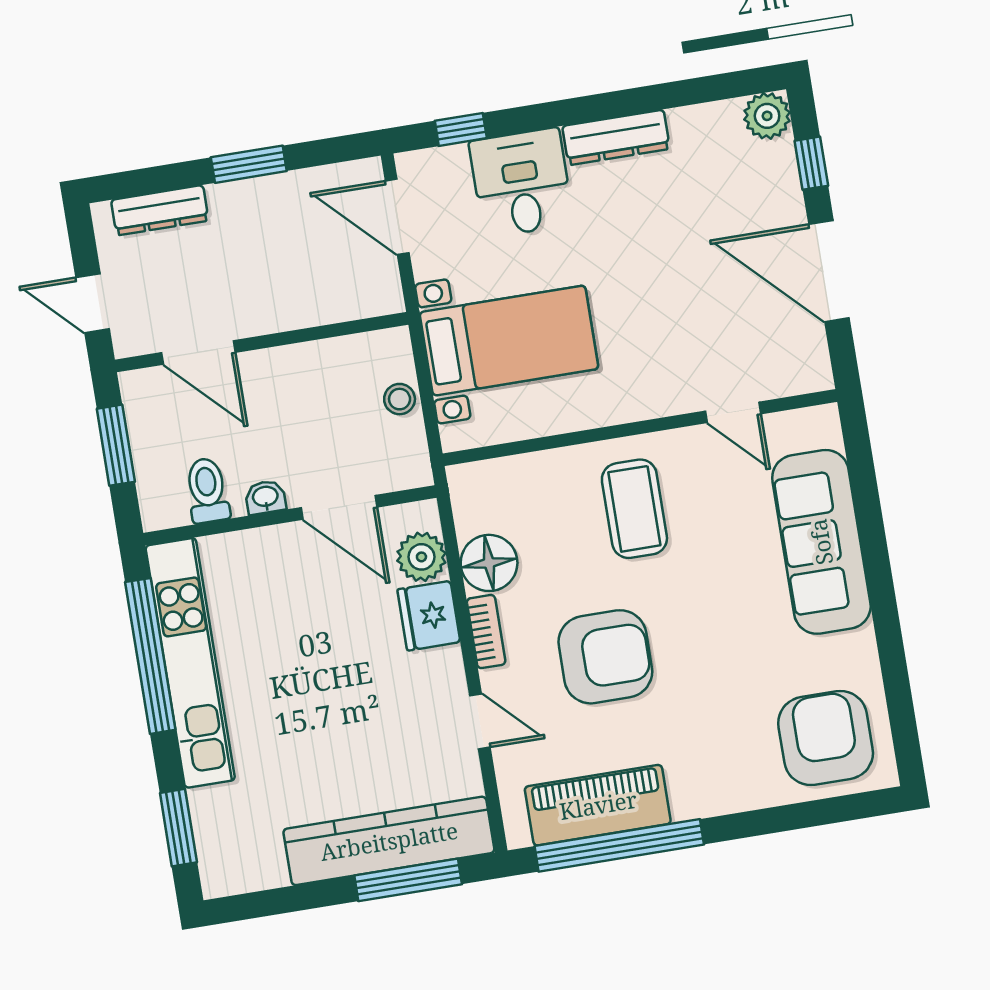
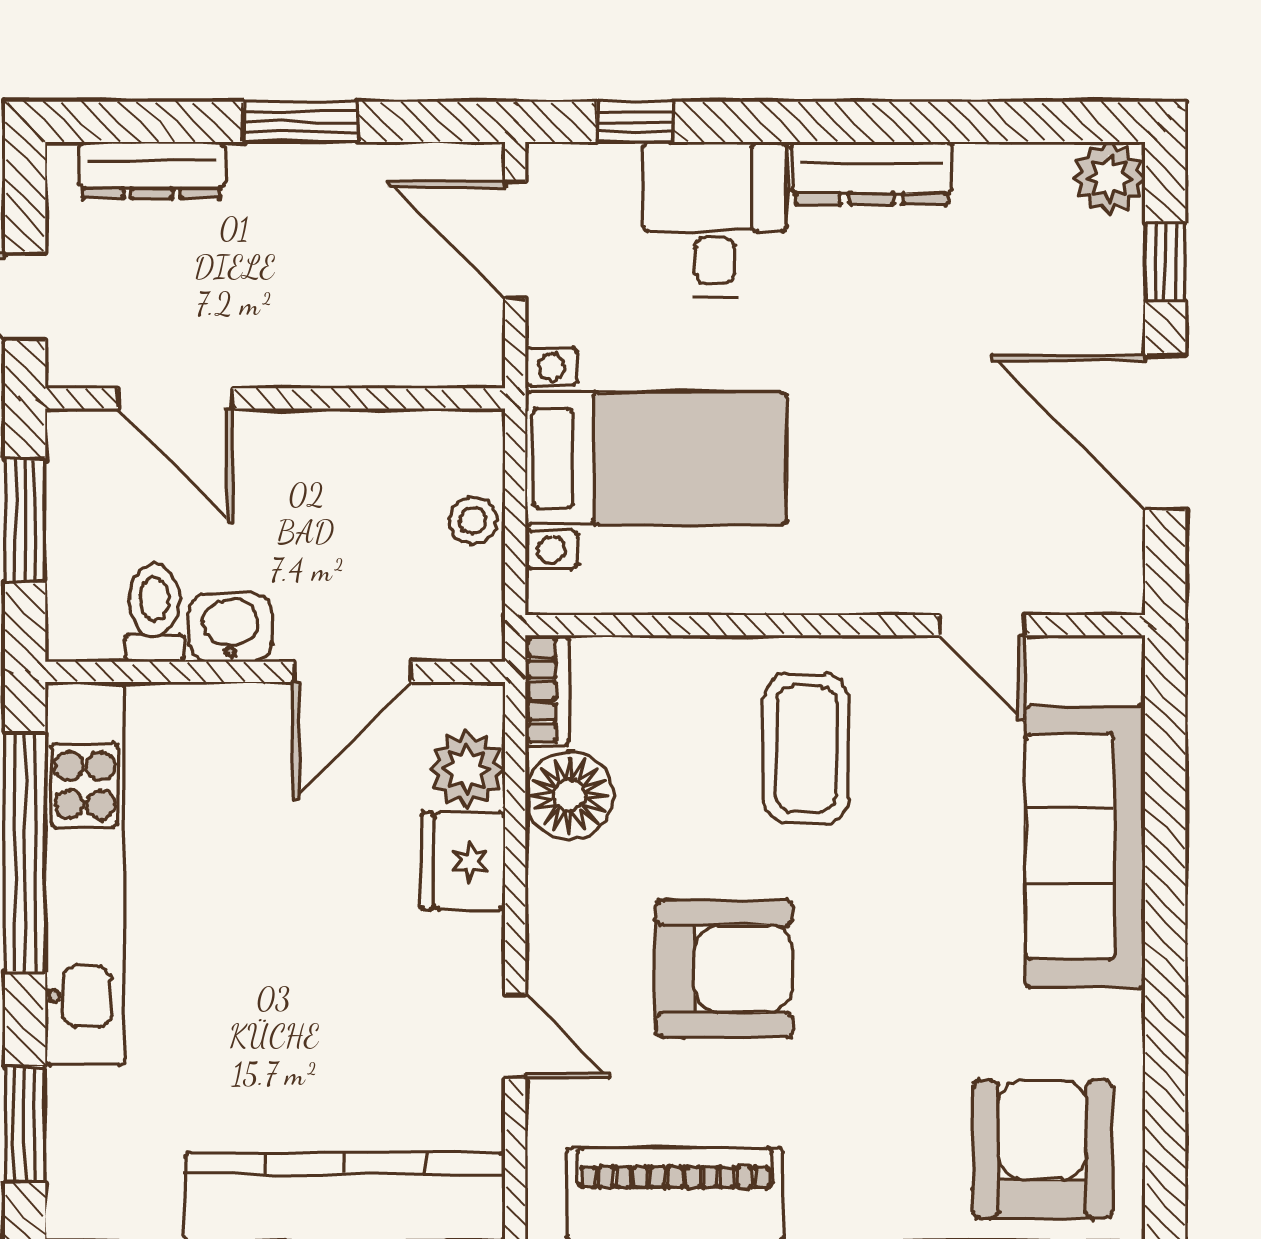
washbasin: (265, 497) -> (231, 627), width x1.38, depth x1.45
door: (339, 507) -> (352, 672), hinge flipped
bookcase: (486, 632) -> (547, 691), moved

